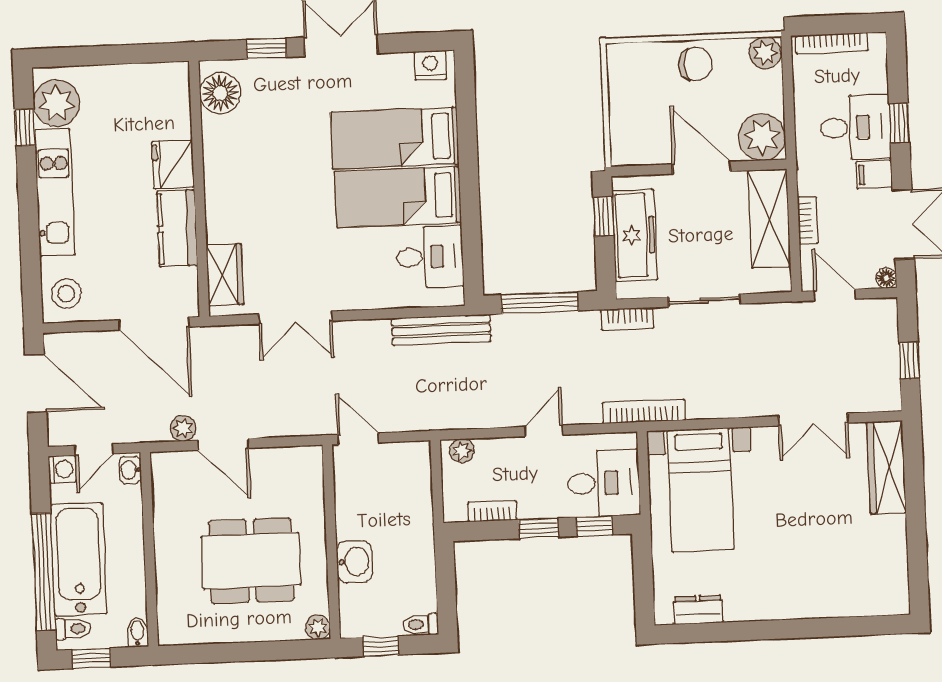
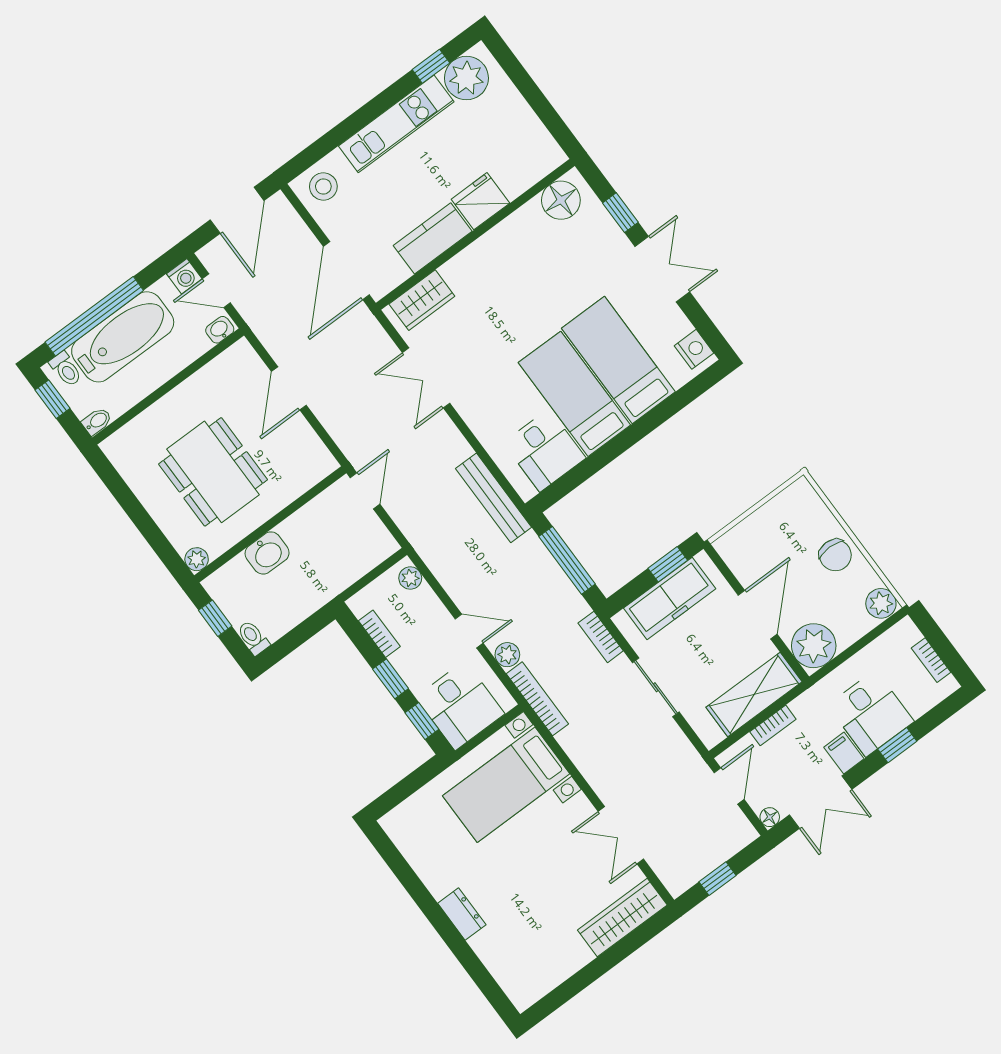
bookcase: (832, 43) -> (931, 660), width x0.64
plant: (183, 428) -> (507, 655), moved
dresser: (698, 610) -> (462, 914), moved

